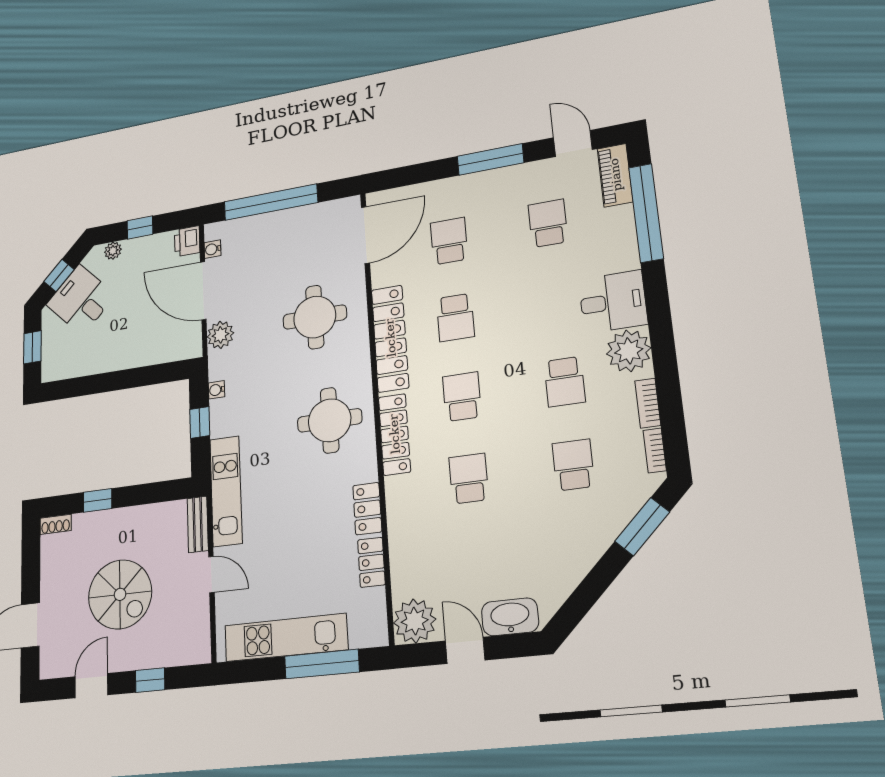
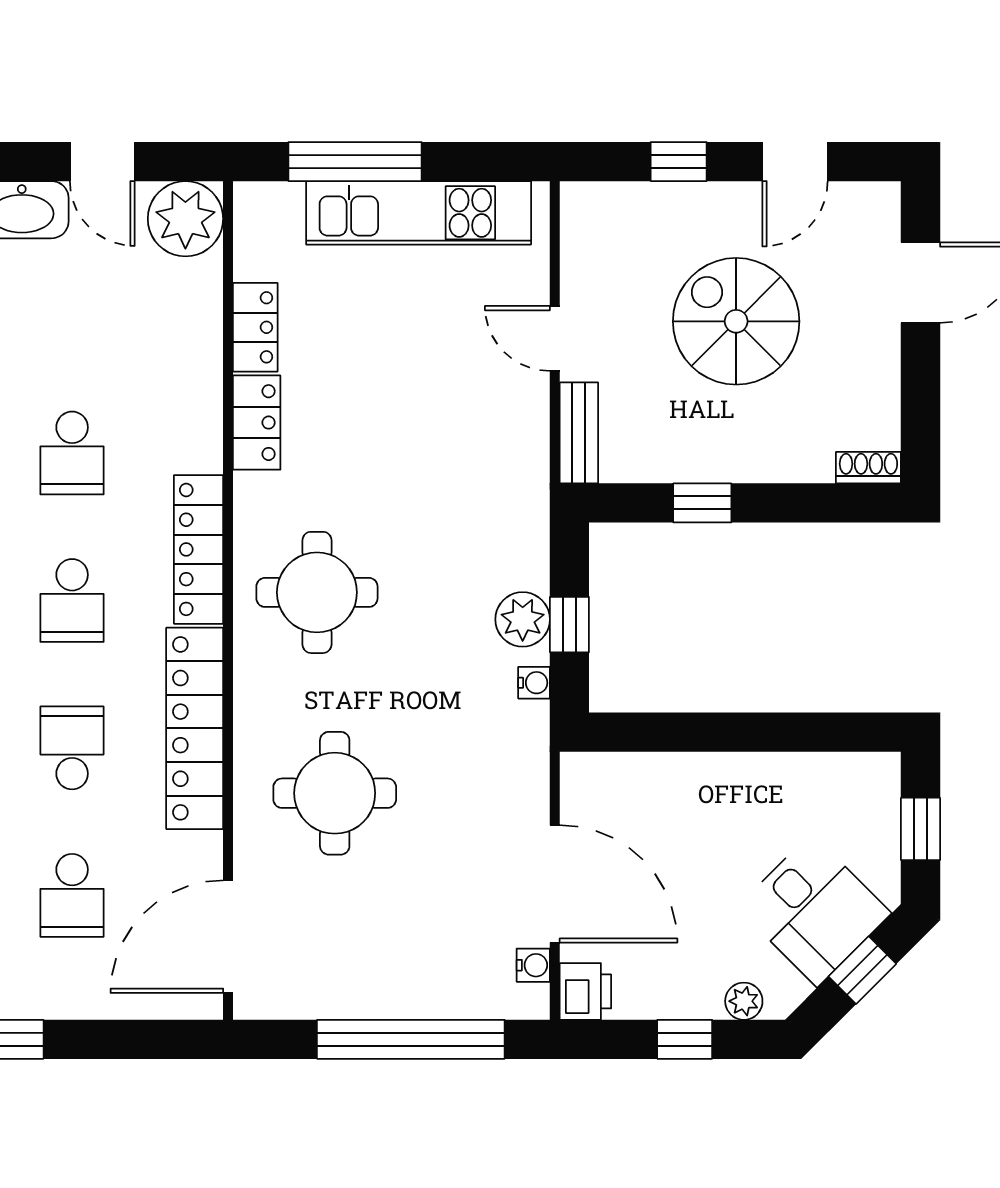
plant: (220, 335) -> (523, 619), moved
kitchen unit: (226, 491) -> (522, 488), removed
window: (98, 500) -> (702, 503), moved

